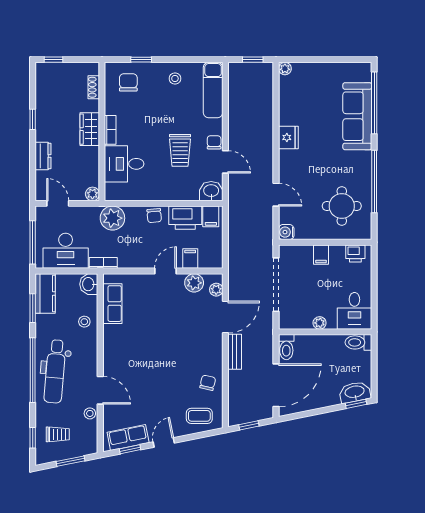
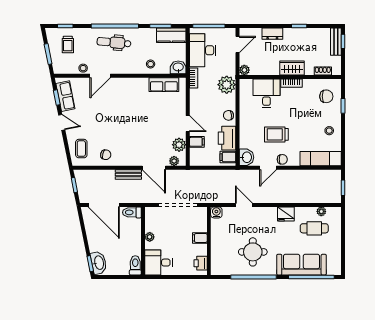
bench: (54, 69) -> (336, 42), added
plant: (285, 69) -> (321, 211), moved
cafe table: (308, 99) -> (314, 228), added
door: (276, 195) -> (244, 205), swing flipped
round table: (342, 206) -> (253, 252), moved
dental chair: (55, 371) -> (114, 42), width x0.73, depth x0.72

